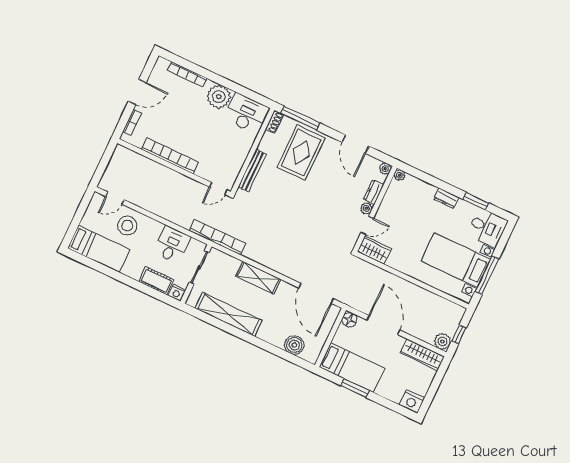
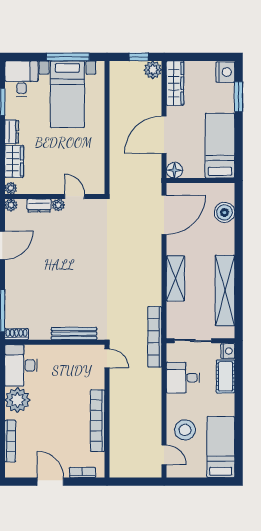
rug: (301, 153) -> (34, 294), removed
wardrobe: (374, 250) -> (14, 161), moved, turned 180
window: (355, 388) -> (239, 97), moved

